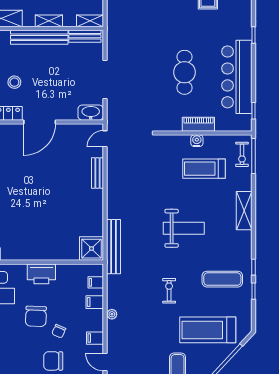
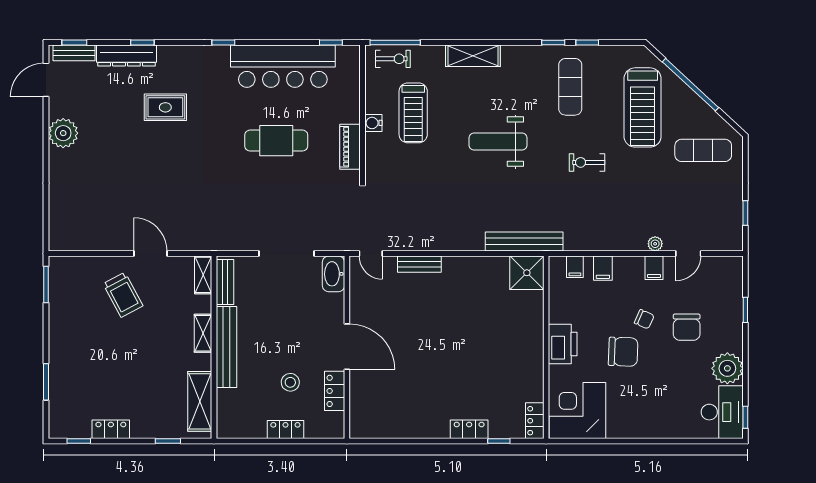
piano: (198, 124) -> (350, 147), moved
weight bench: (184, 228) -> (498, 142), turned -90
plant: (112, 314) -> (655, 244), moved

